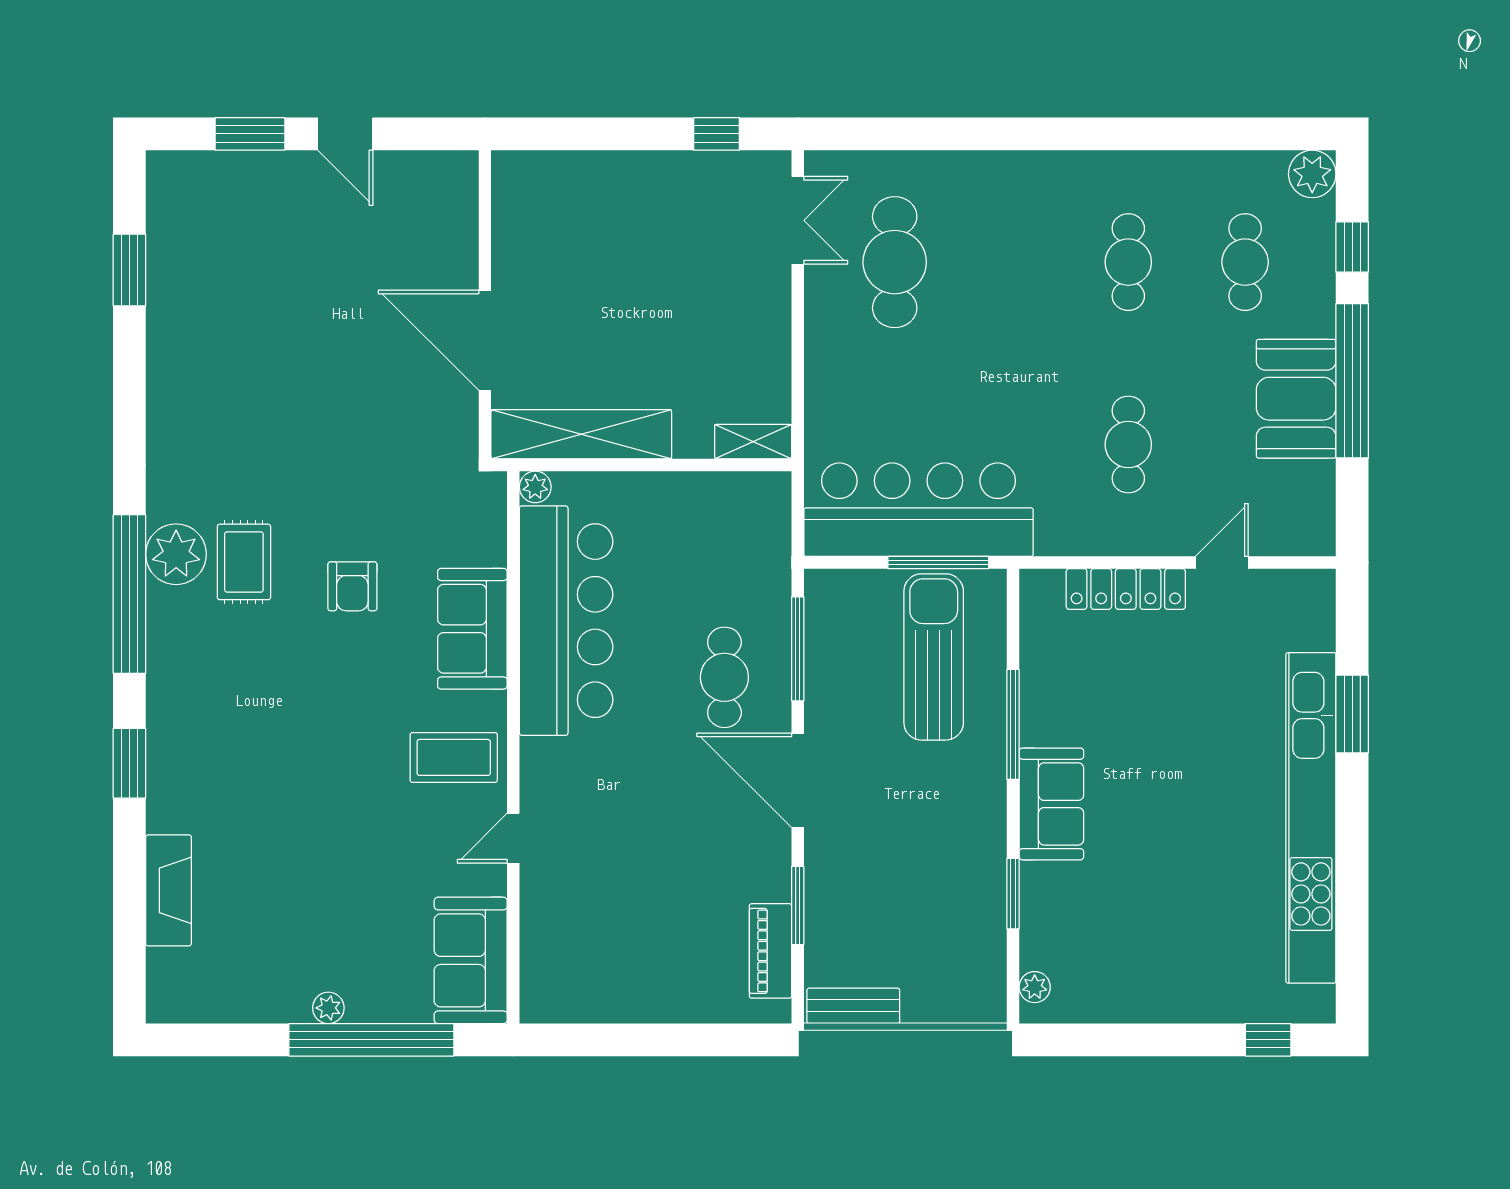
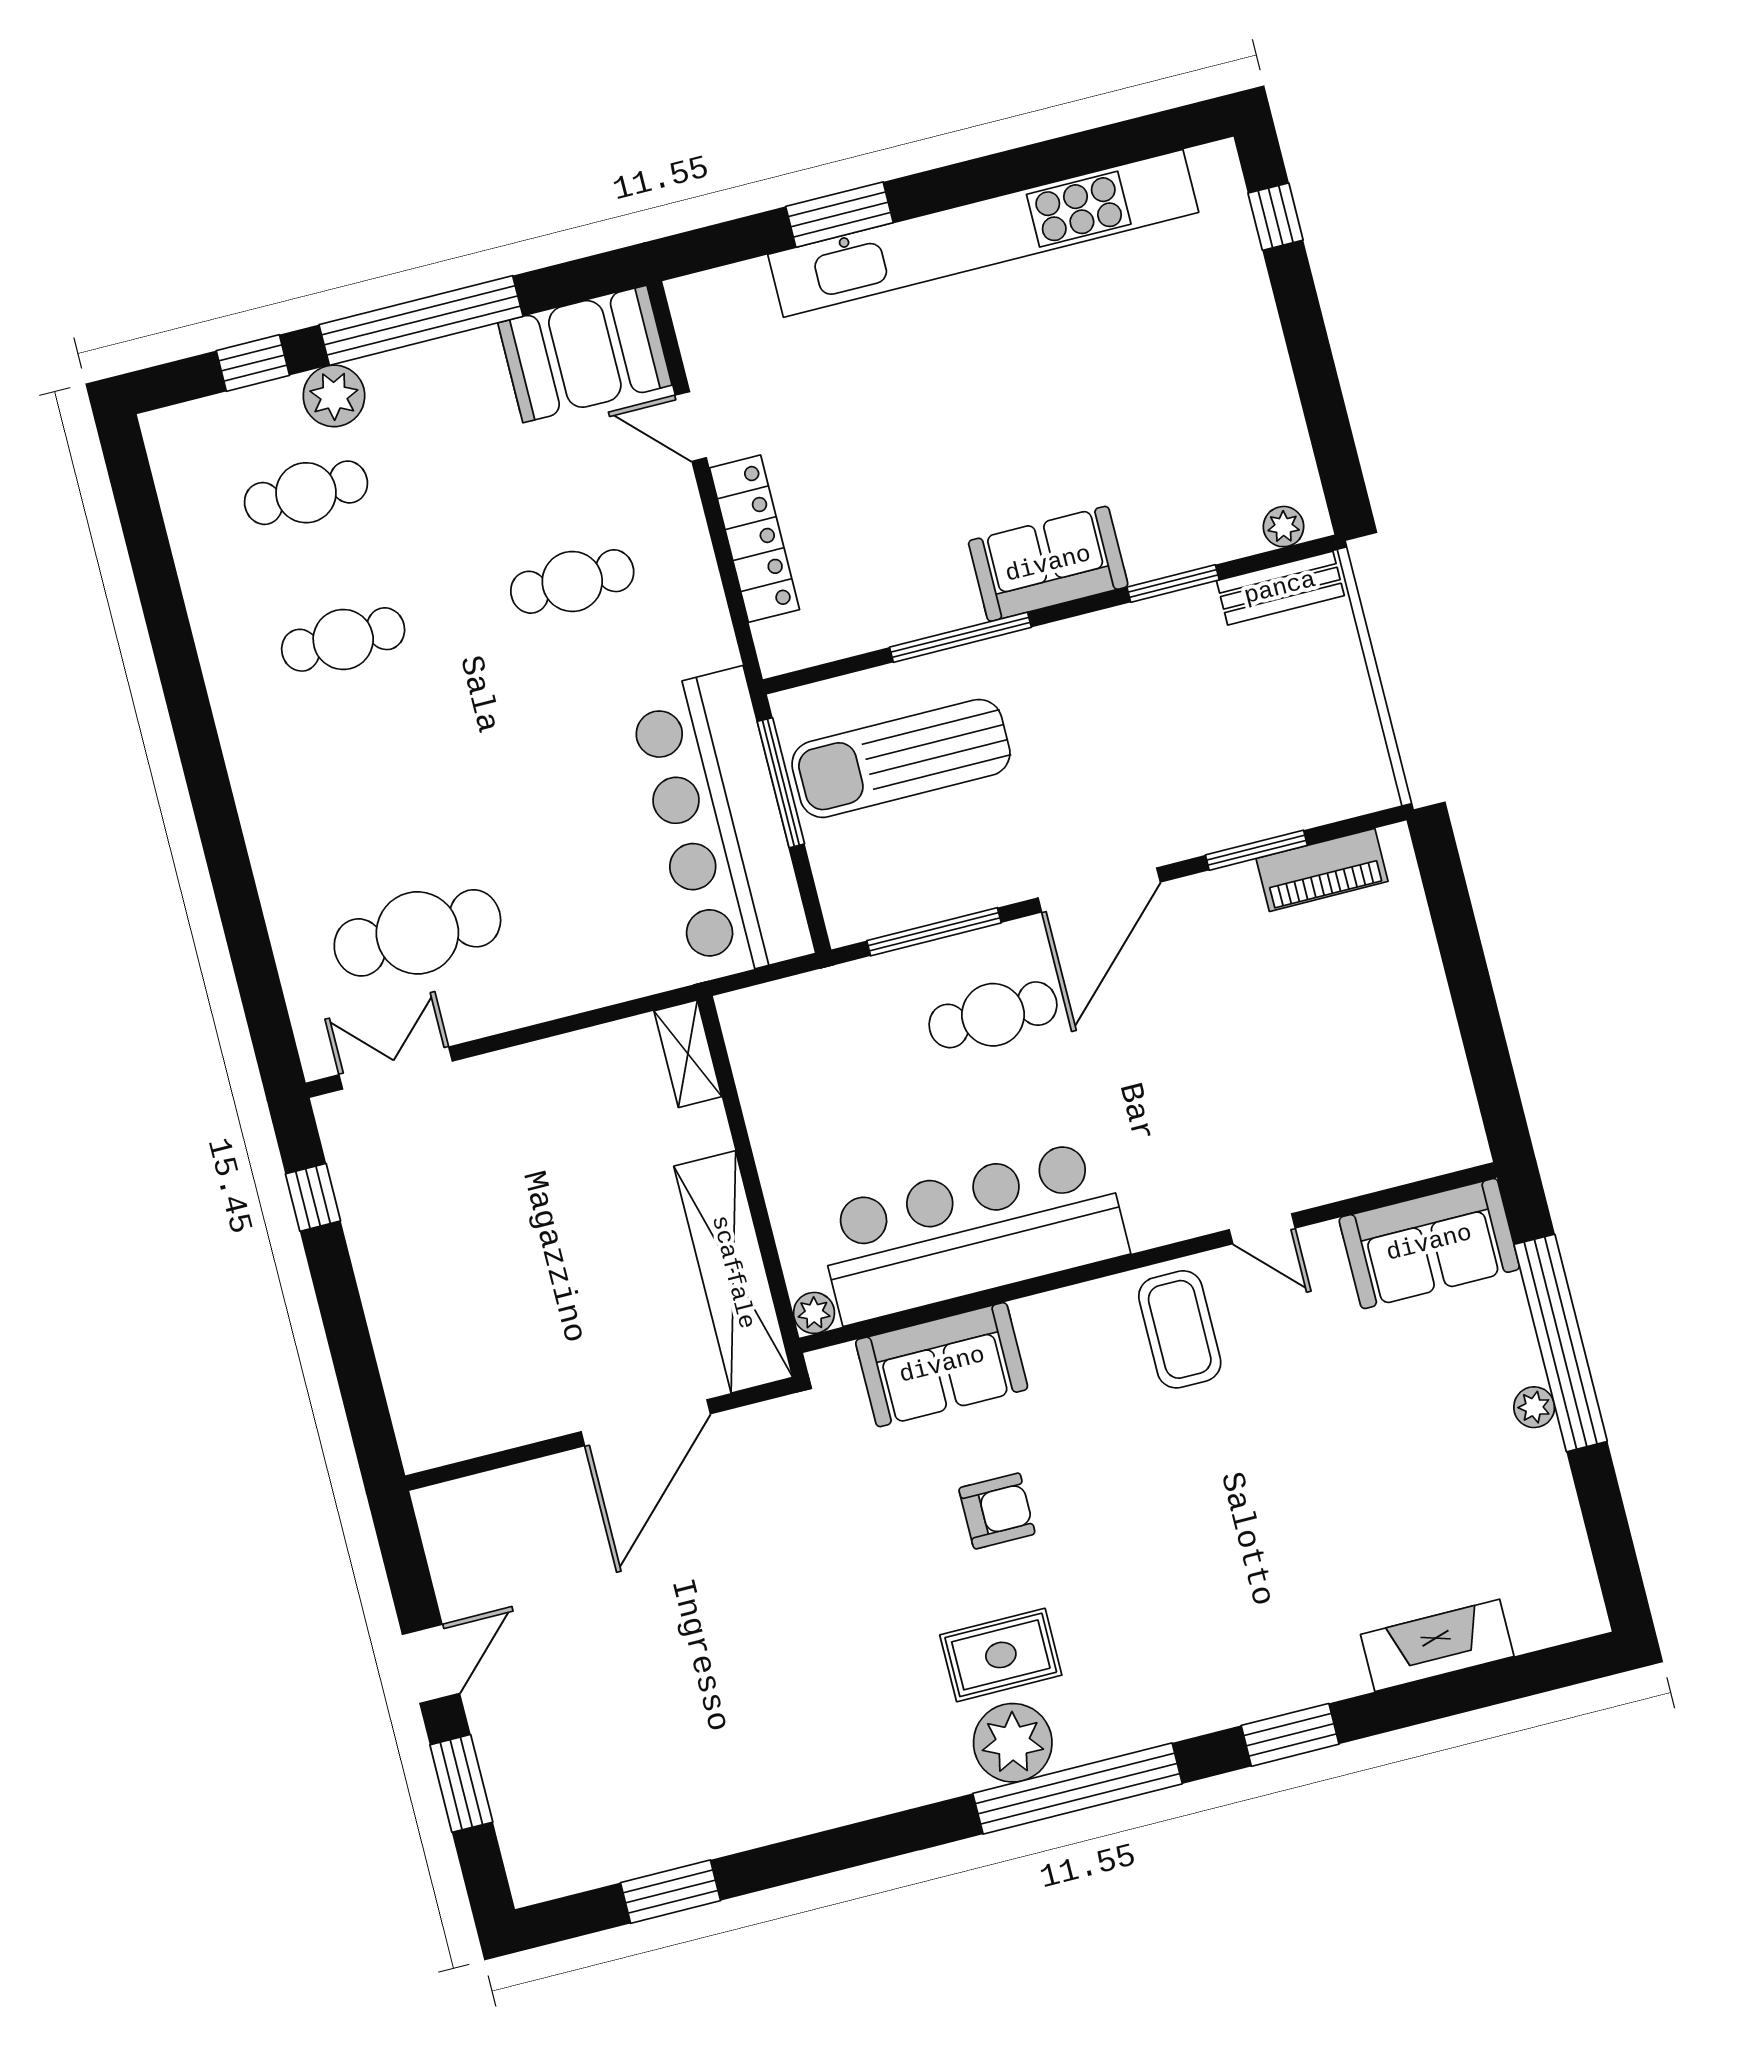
plant: (1312, 174) -> (334, 396), moved
booth: (1296, 399) -> (585, 354), moved
sofa: (472, 629) -> (942, 1365), moved
bench: (853, 1006) -> (1280, 588), moved, turned 90

